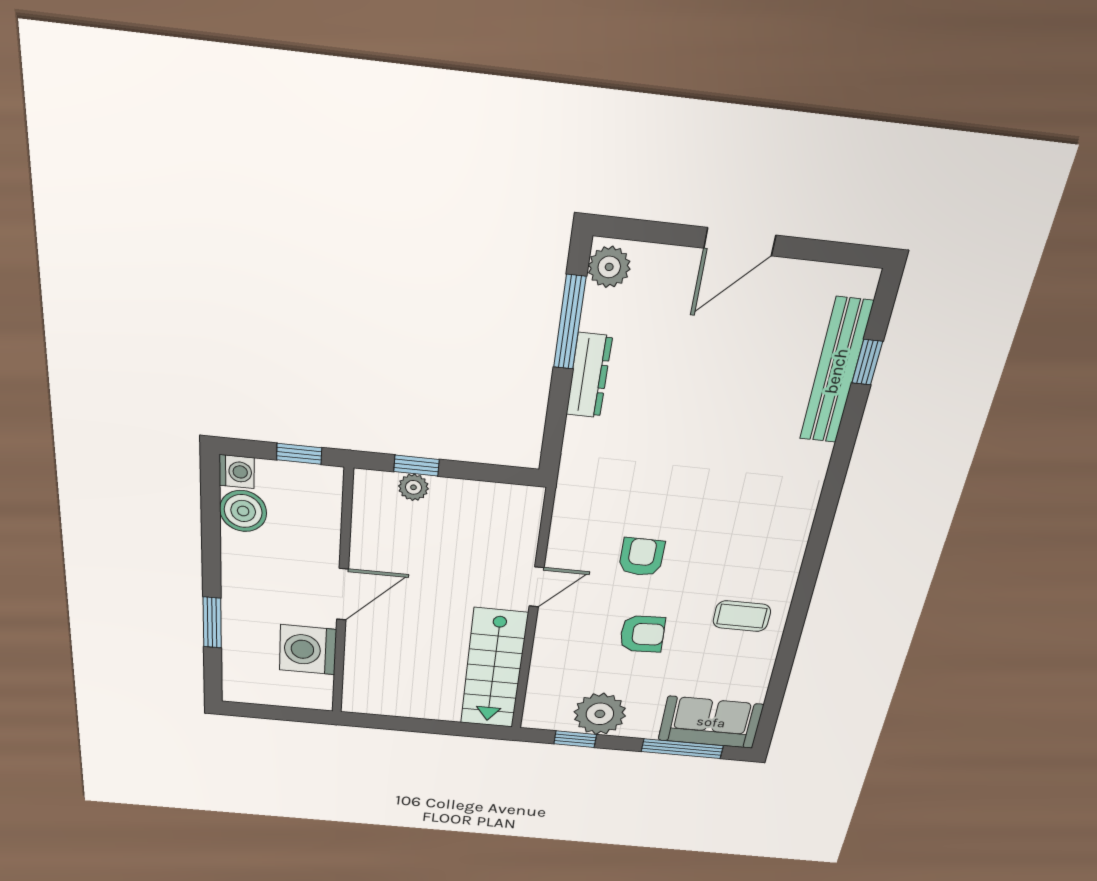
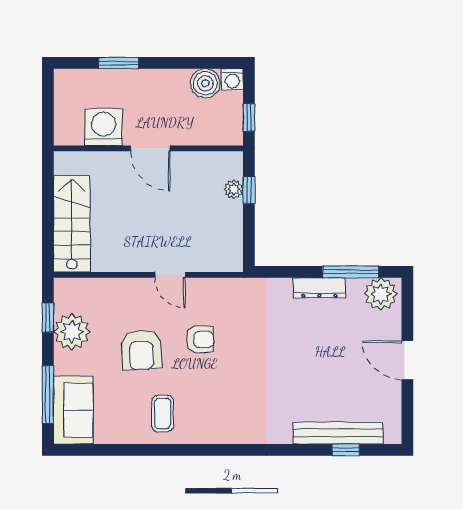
plant: (609, 267) -> (381, 294), width x1.36, depth x1.36
armchair: (642, 634) -> (141, 350), width x1.38, depth x1.38
stairs: (494, 669) -> (72, 224), moved, turned 90

